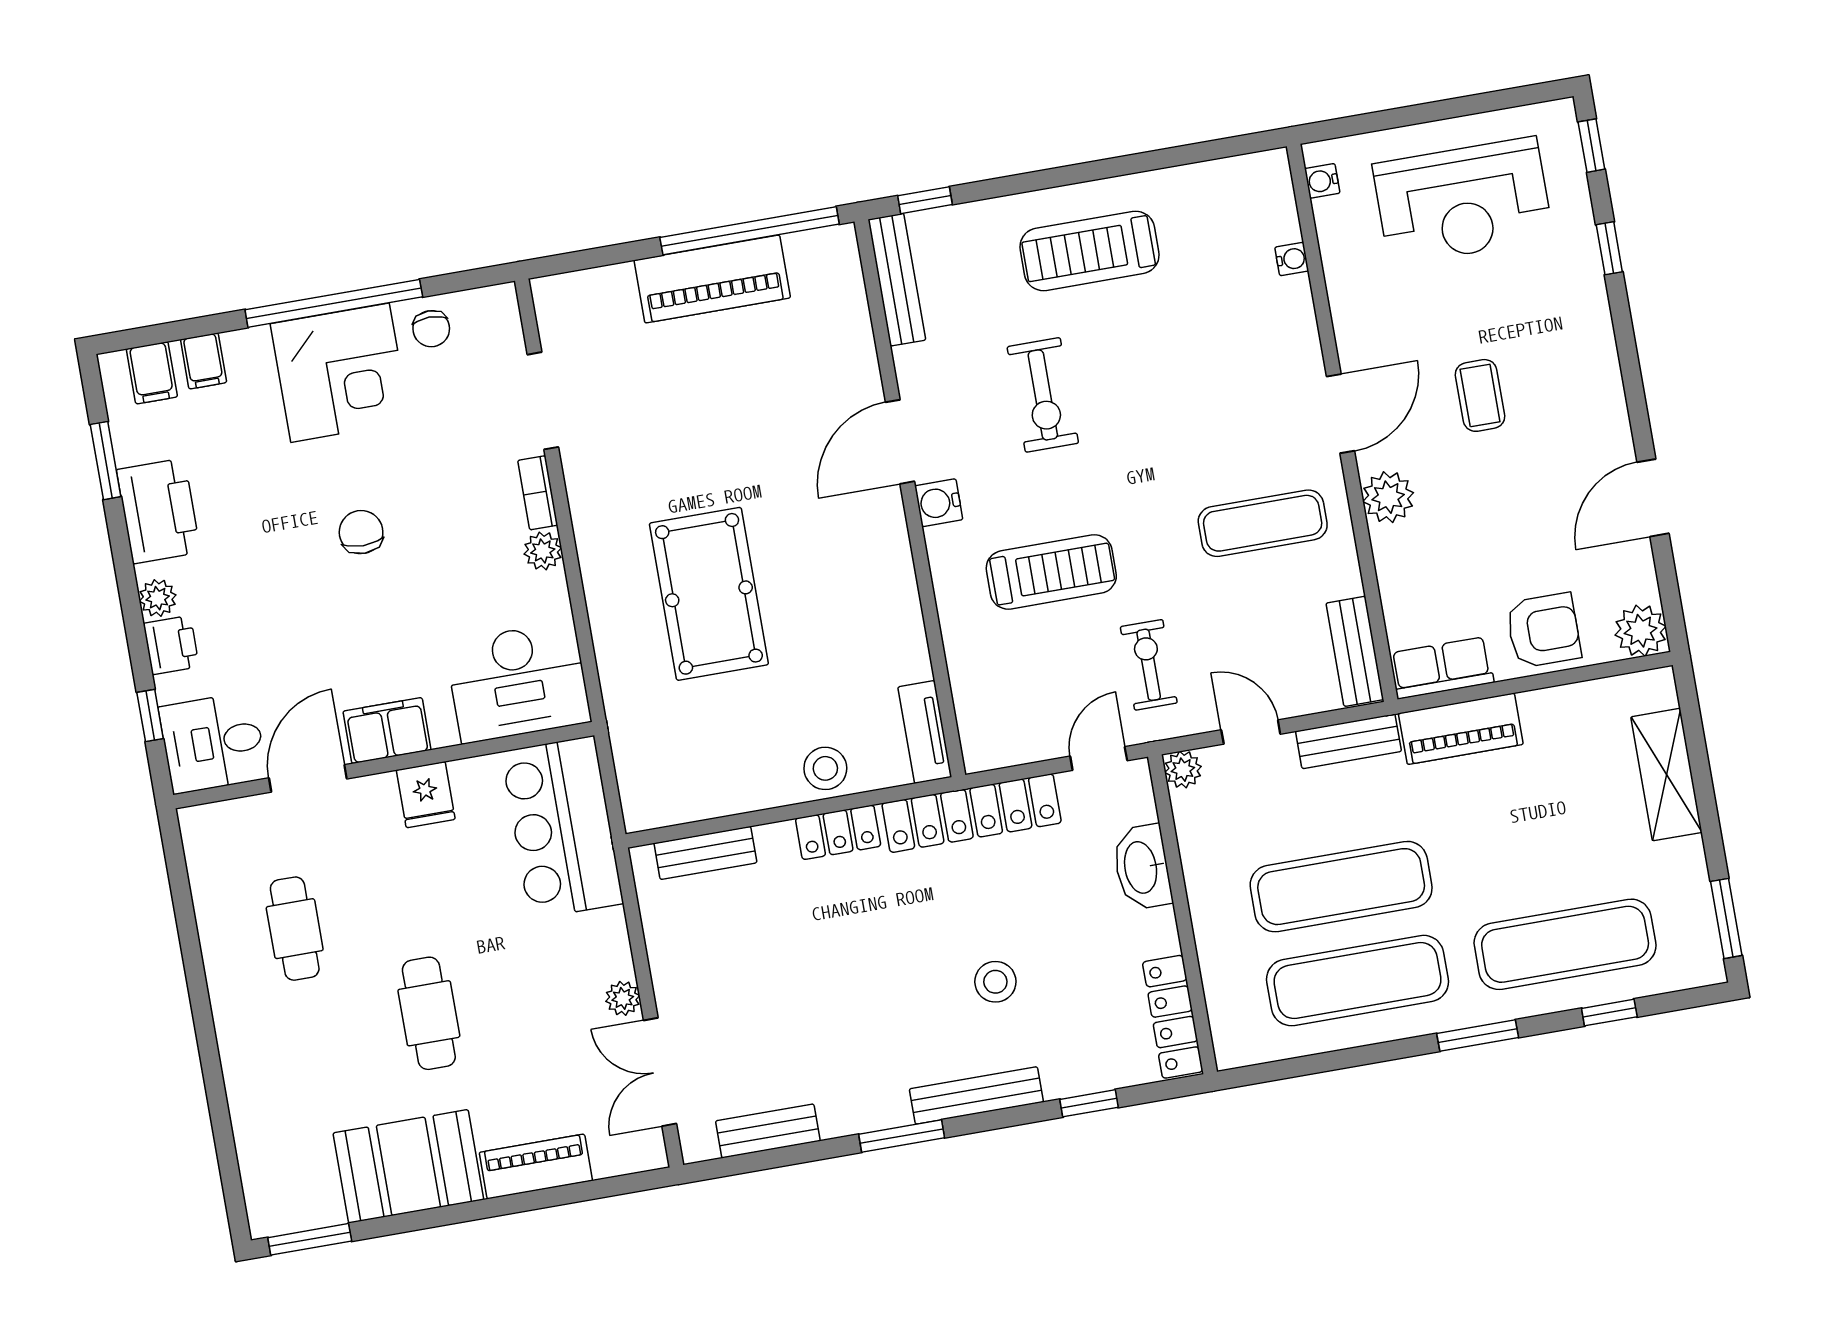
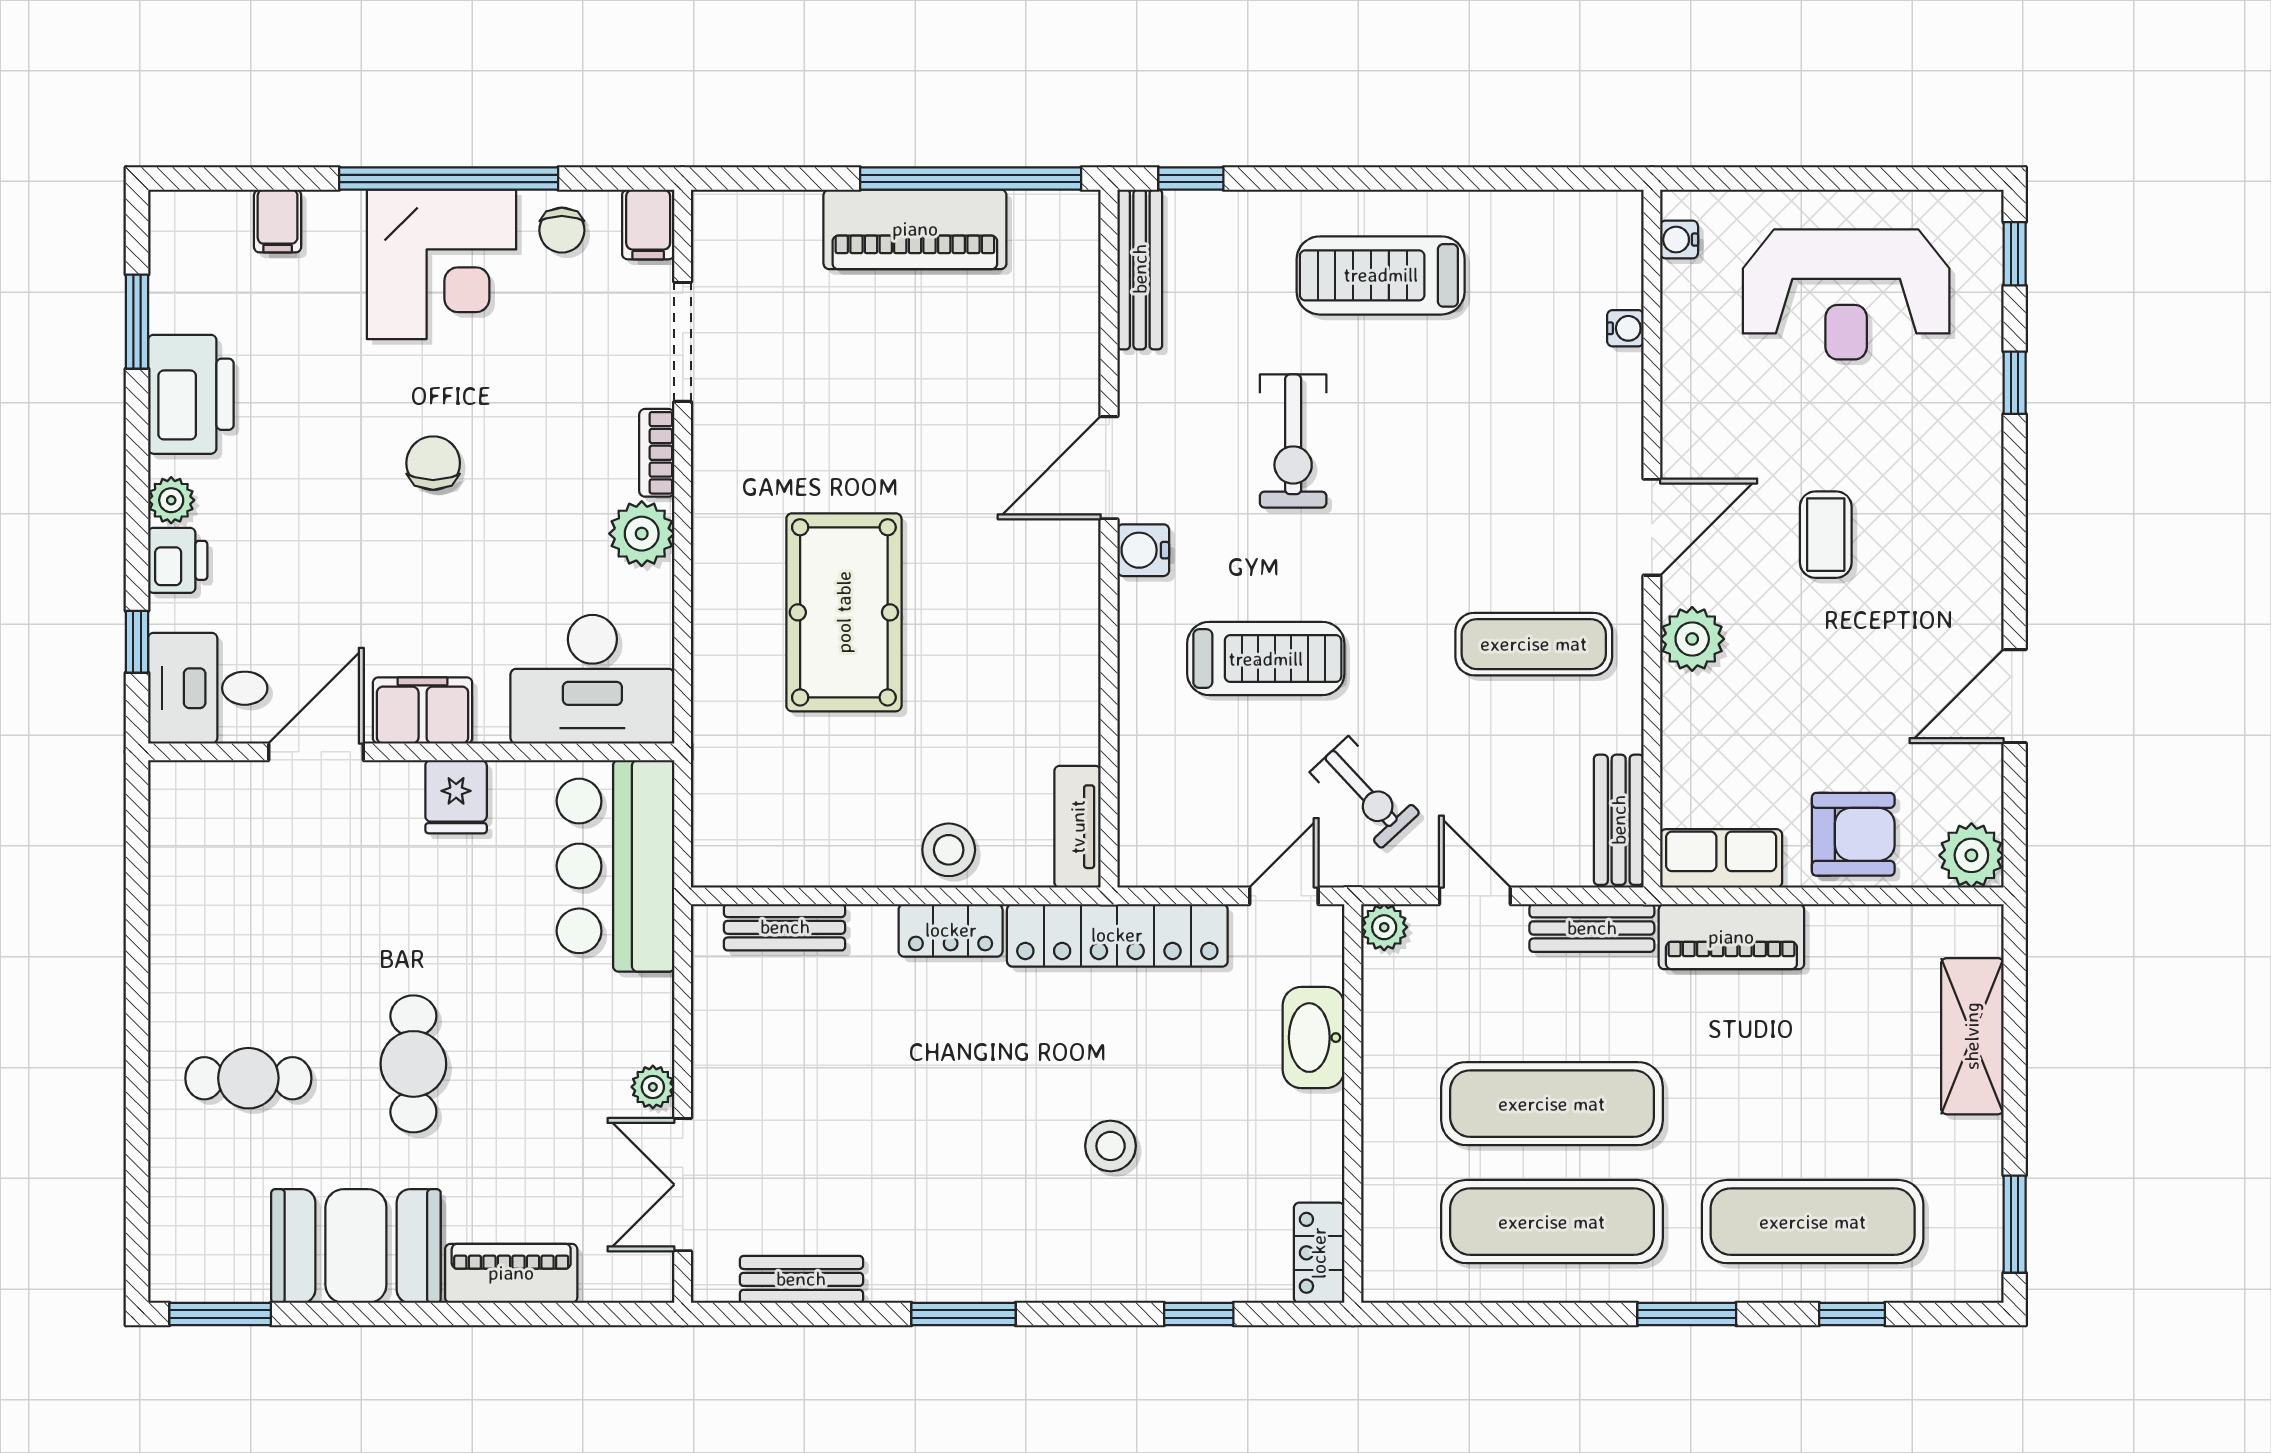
filing cabinet: (152, 373) -> (648, 224), moved
plant: (543, 551) -> (642, 534), width x1.38, depth x1.38
exercise bike: (1149, 665) -> (1365, 792), turned 137
cafe table: (295, 929) -> (248, 1078), moved, turned 90
locker: (1173, 1017) -> (1319, 1253), width x0.66
bench: (976, 1095) -> (1063, 1280), removed

